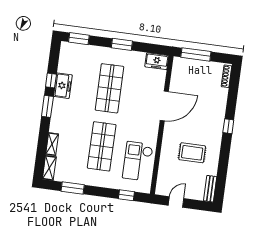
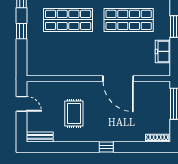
freezer: (157, 61) -> (163, 51), moved
checkout: (138, 161) -> (58, 59), removed
window: (126, 195) -> (21, 31), moved

